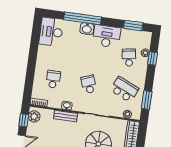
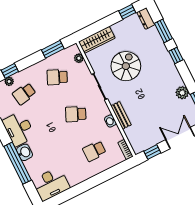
school desk: (89, 84) -> (76, 114), turned 45
school desk: (124, 89) -> (57, 77), width x0.54
plant: (34, 116) -> (142, 145), removed

